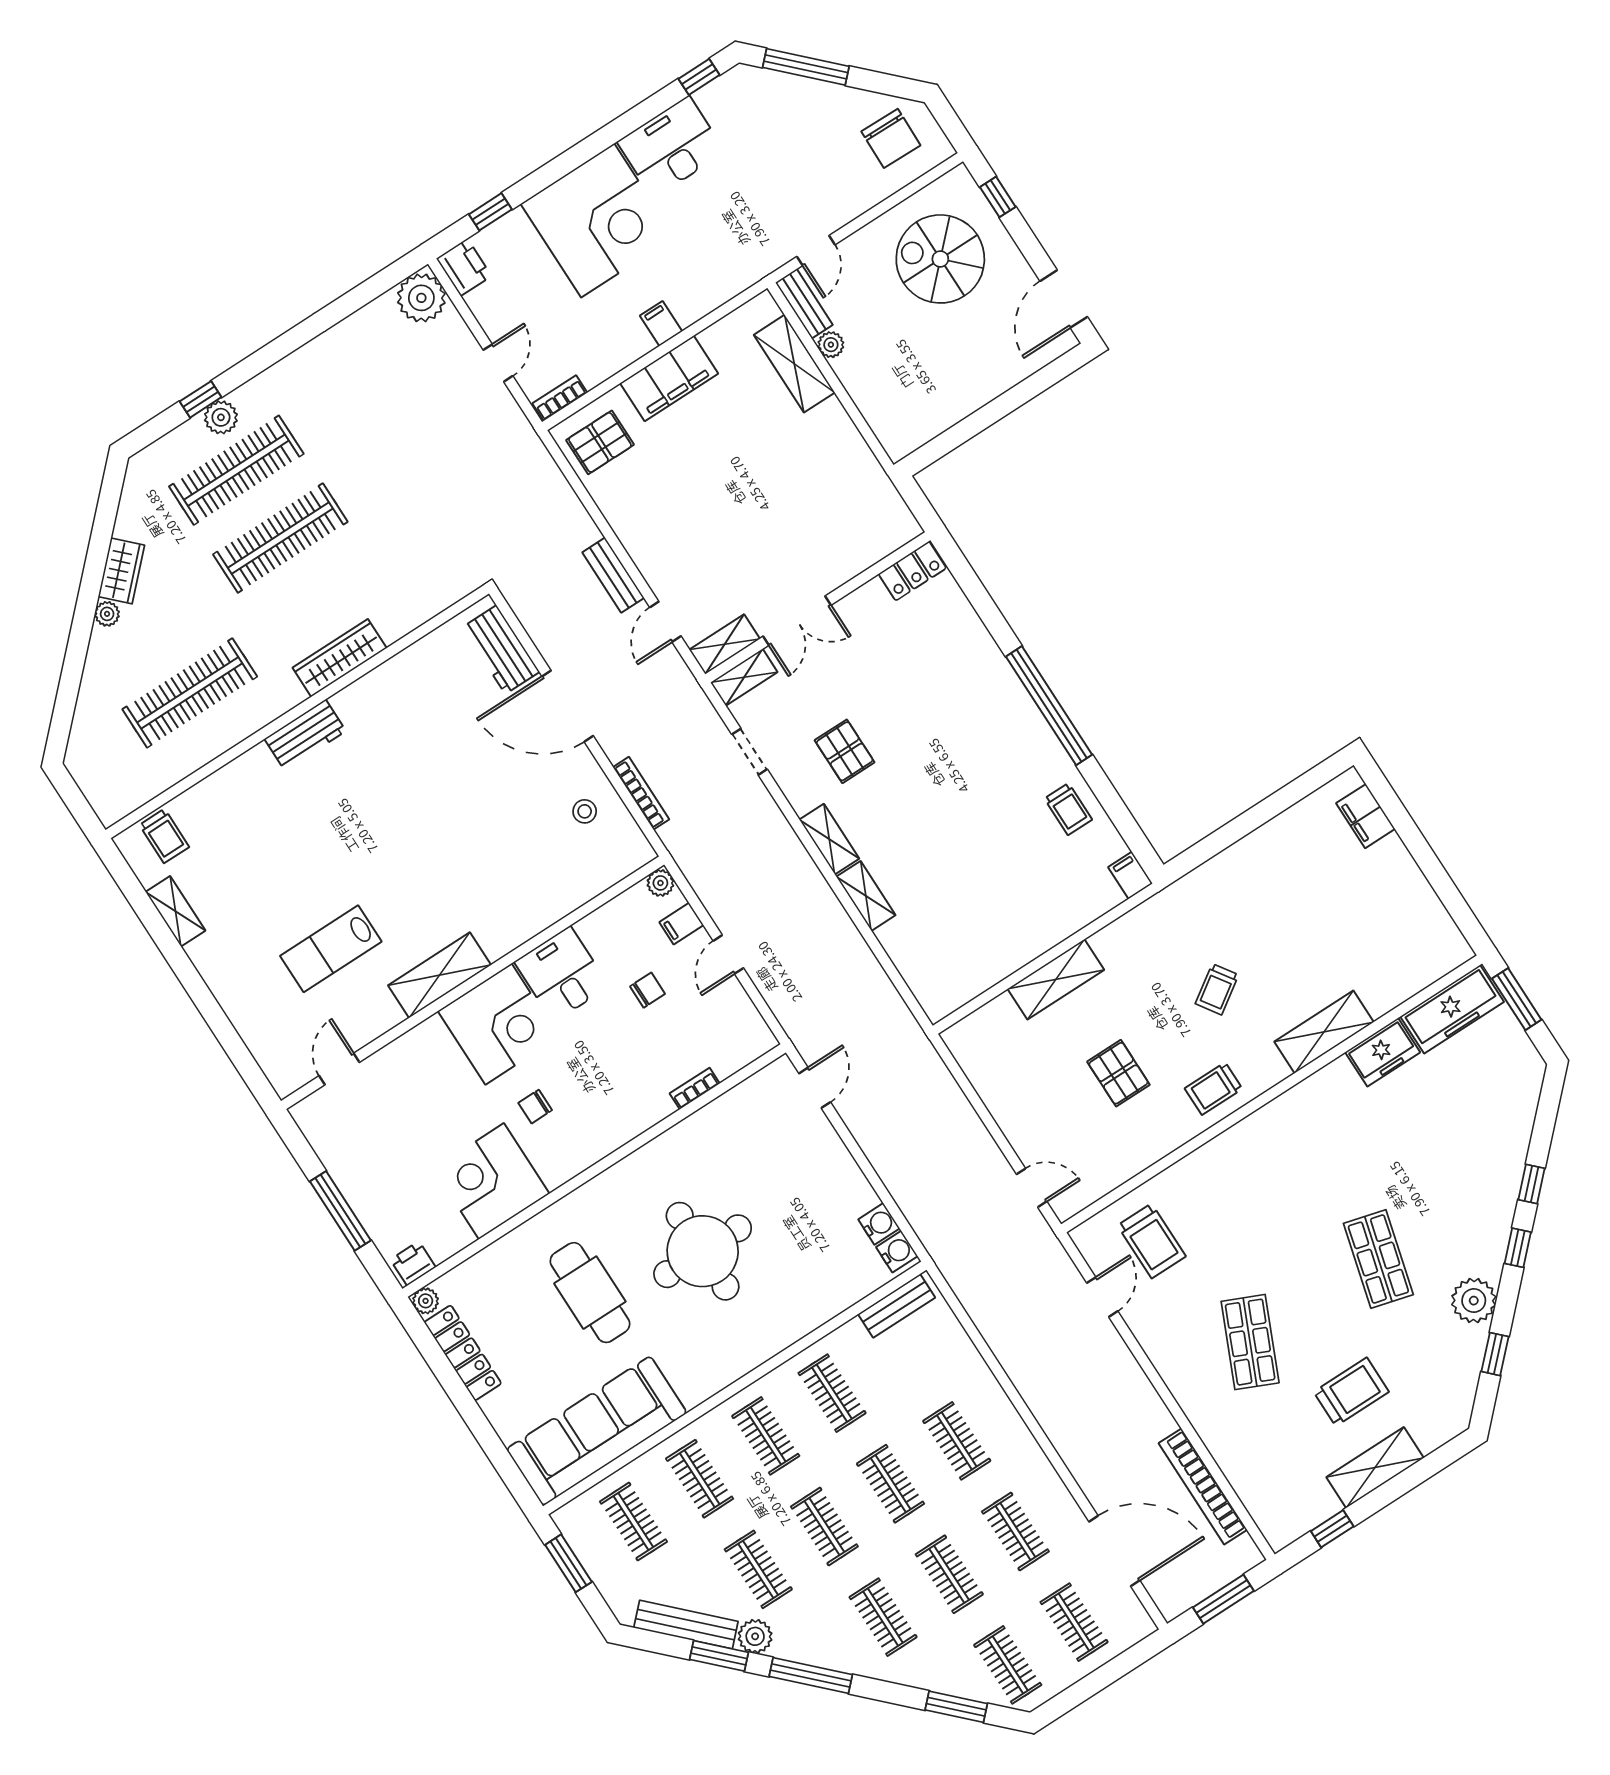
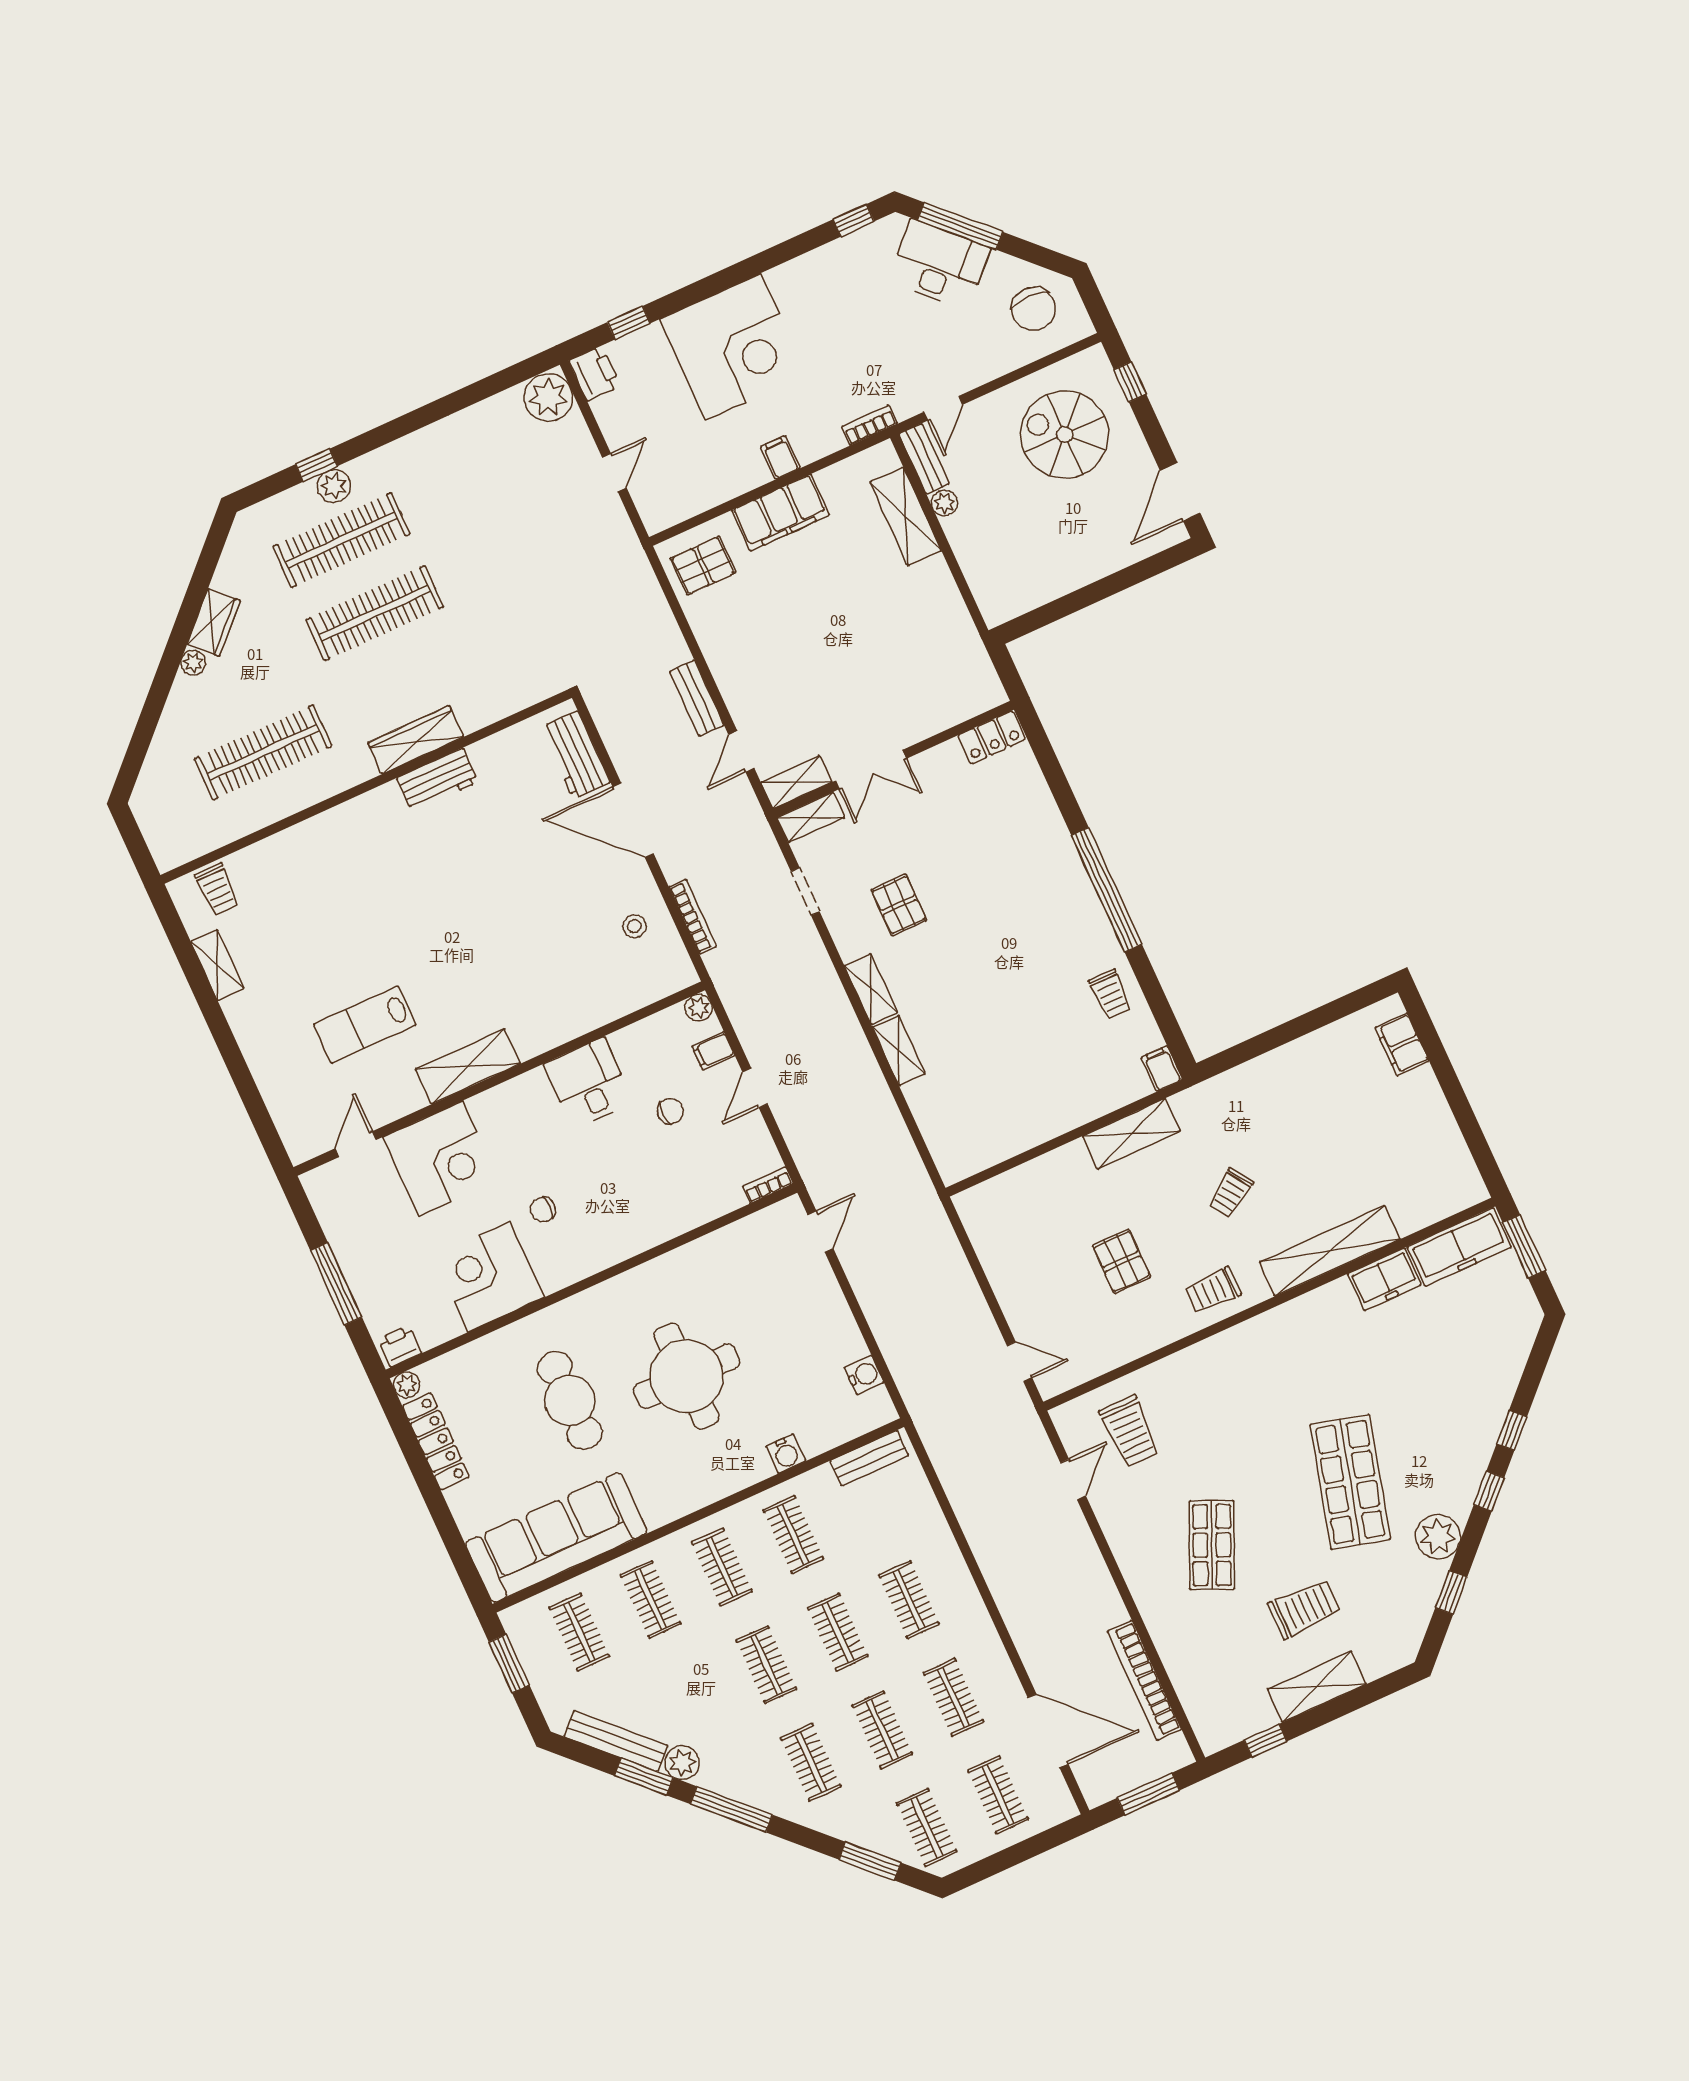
desk: (671, 147) -> (939, 264), moved, turned 45
bookcase: (560, 398) -> (869, 425), moved
workbench: (305, 735) -> (437, 780), moved
shelving: (1056, 979) -> (1131, 1134), moved
corner desk: (498, 1024) -> (441, 1159), moved
shelving: (1324, 1032) -> (1330, 1251), width x1.47
bookcase: (695, 1088) -> (768, 1185), moved
water cooler: (897, 1252) -> (786, 1454), moved, turned 90
shop shelf: (1378, 1259) -> (1350, 1482), width x1.43, depth x1.36
clothes rail: (758, 1569) -> (695, 1697), removed

